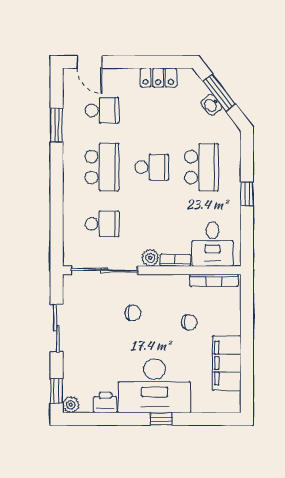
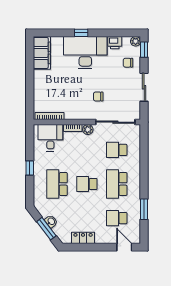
chair: (189, 322) -> (128, 63), moved
filing cabinet: (227, 363) -> (42, 53), moved

